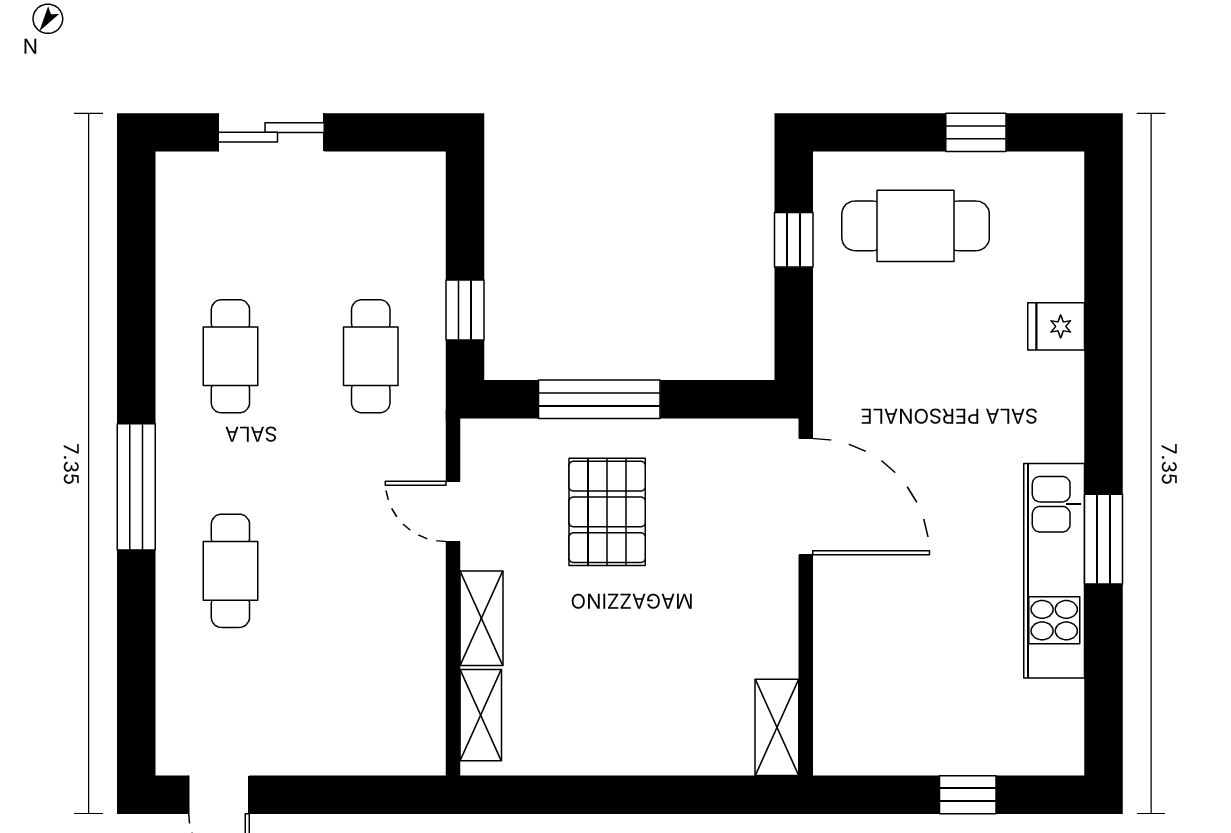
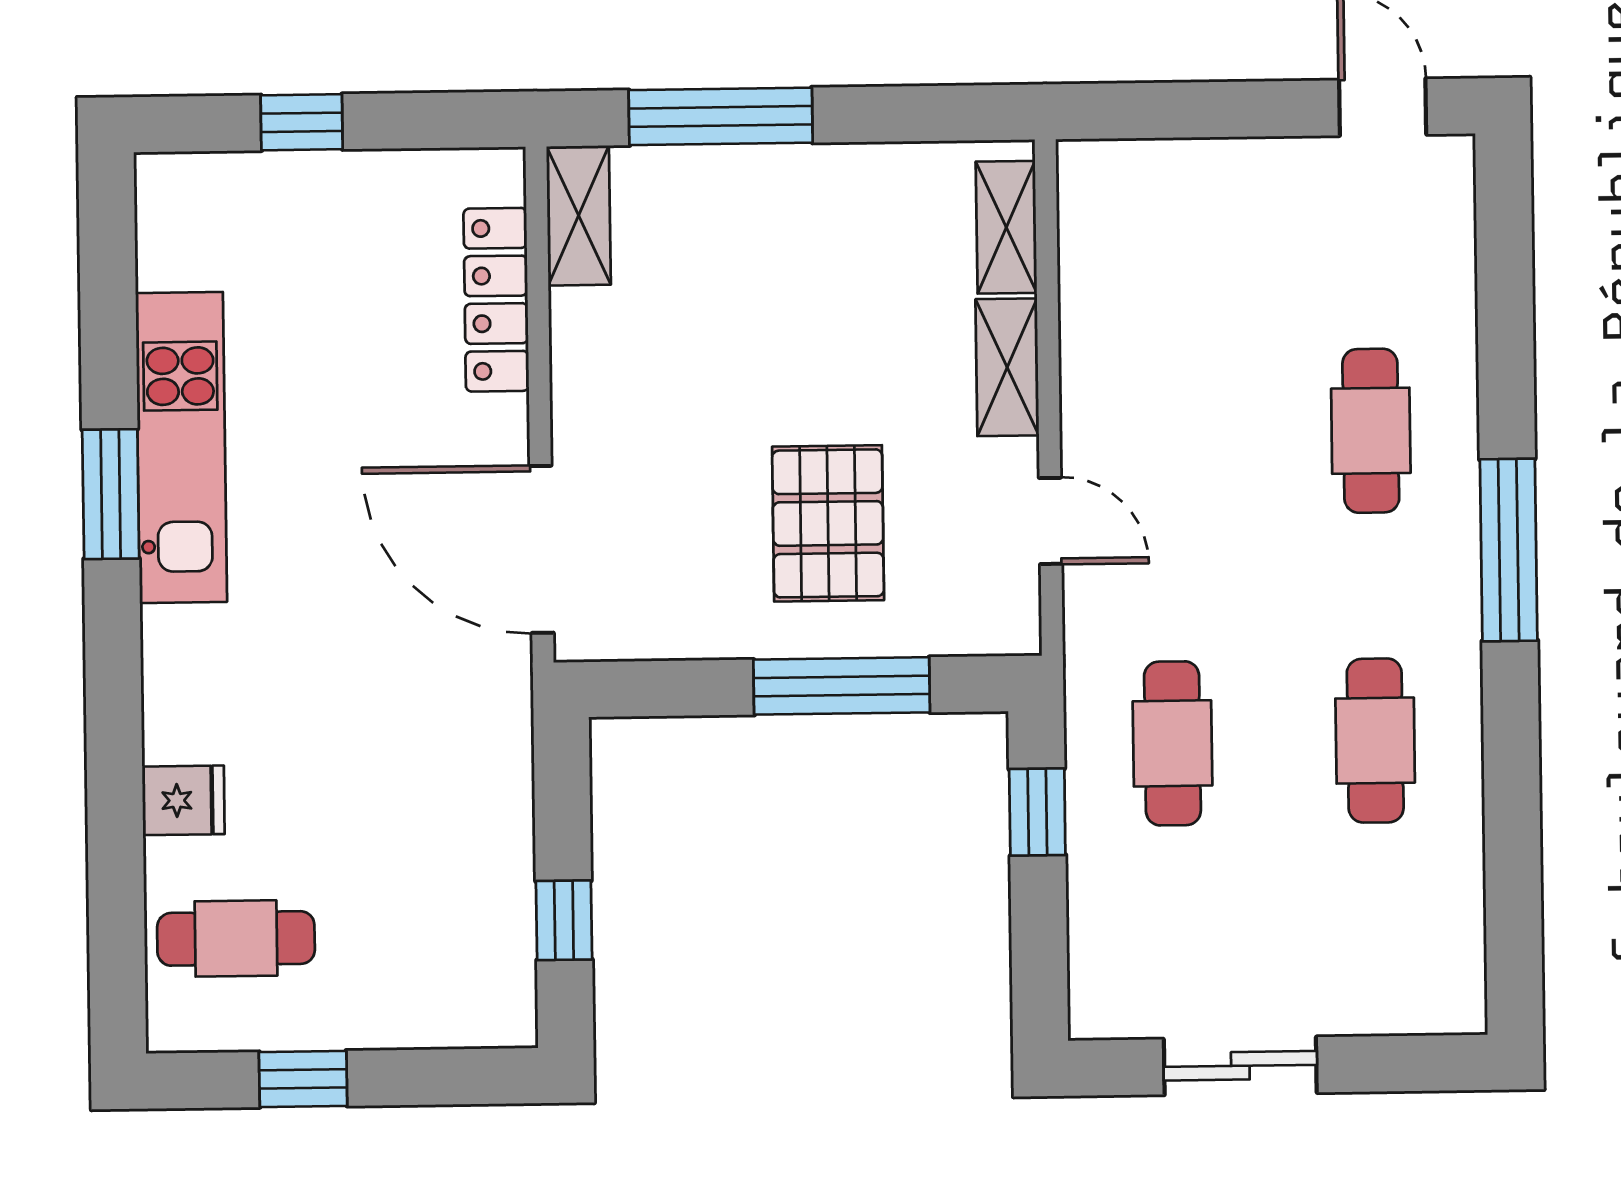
sliding door: (271, 132) -> (1240, 1066), moved
cafe table: (916, 226) -> (236, 938), moved, width x0.73, depth x0.74
locker: (835, 670) -> (496, 300), added
window: (678, 795) -> (721, 116), added

